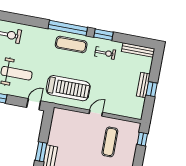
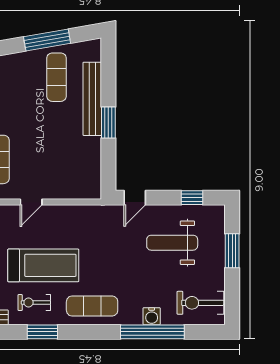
window: (68, 28) -> (152, 332), moved
water cooler: (37, 32) -> (152, 316), added
treadmill: (68, 88) -> (43, 265), moved, turned 180

